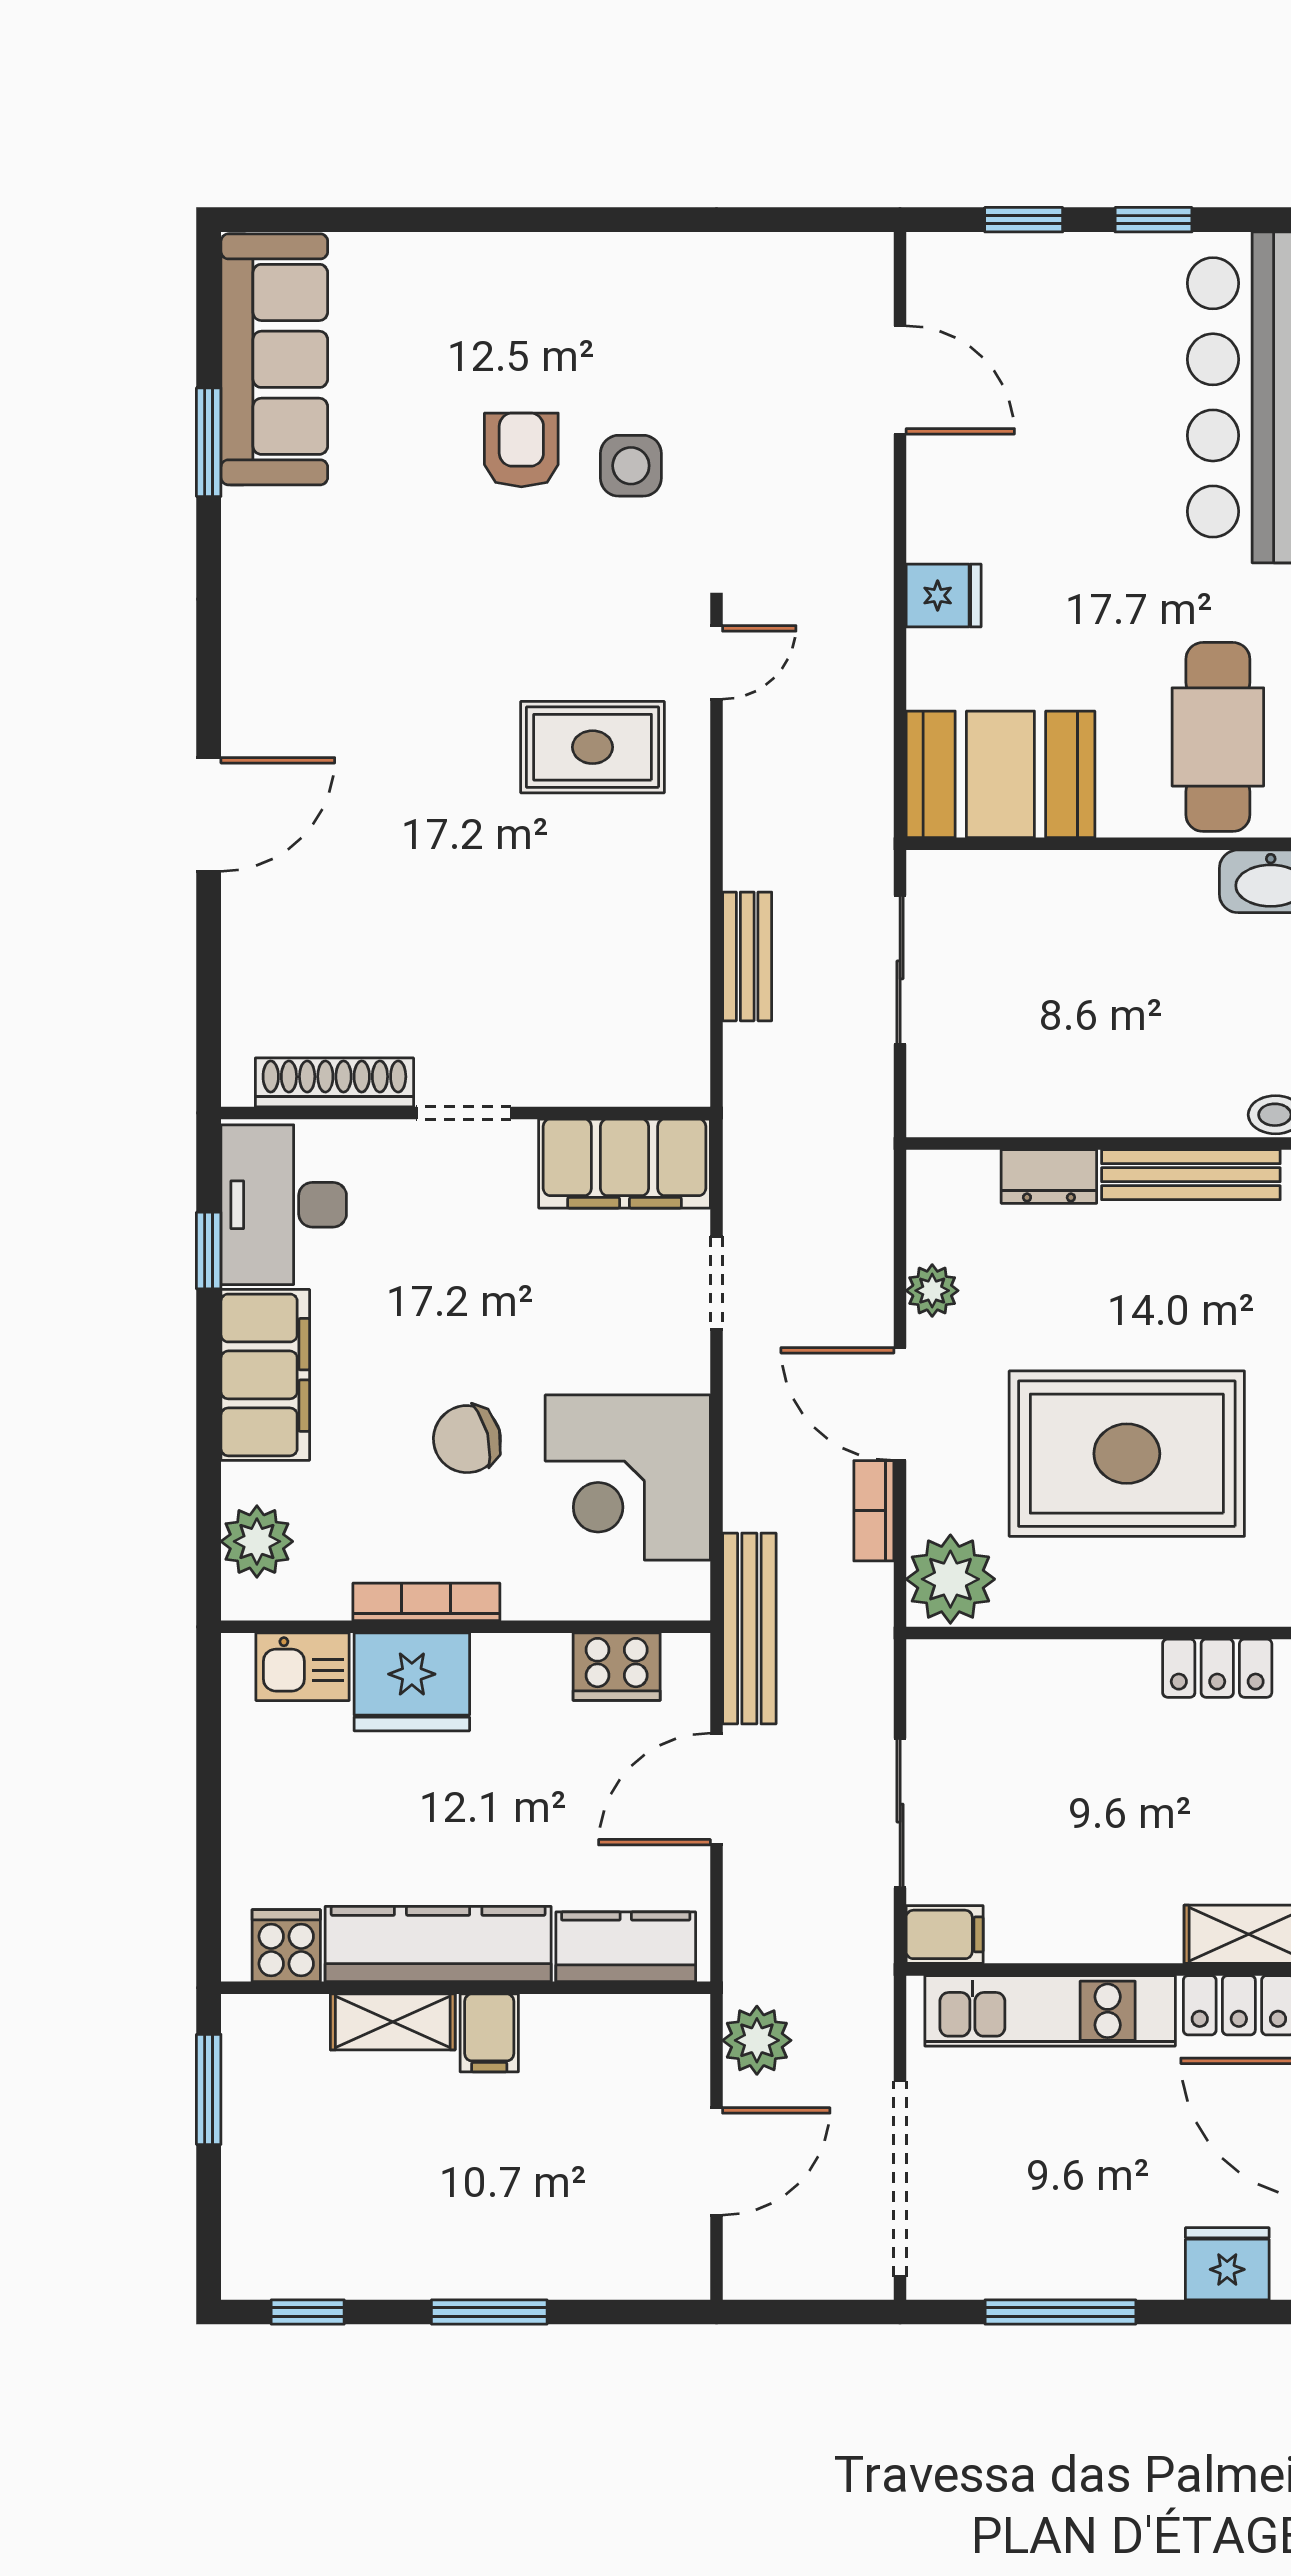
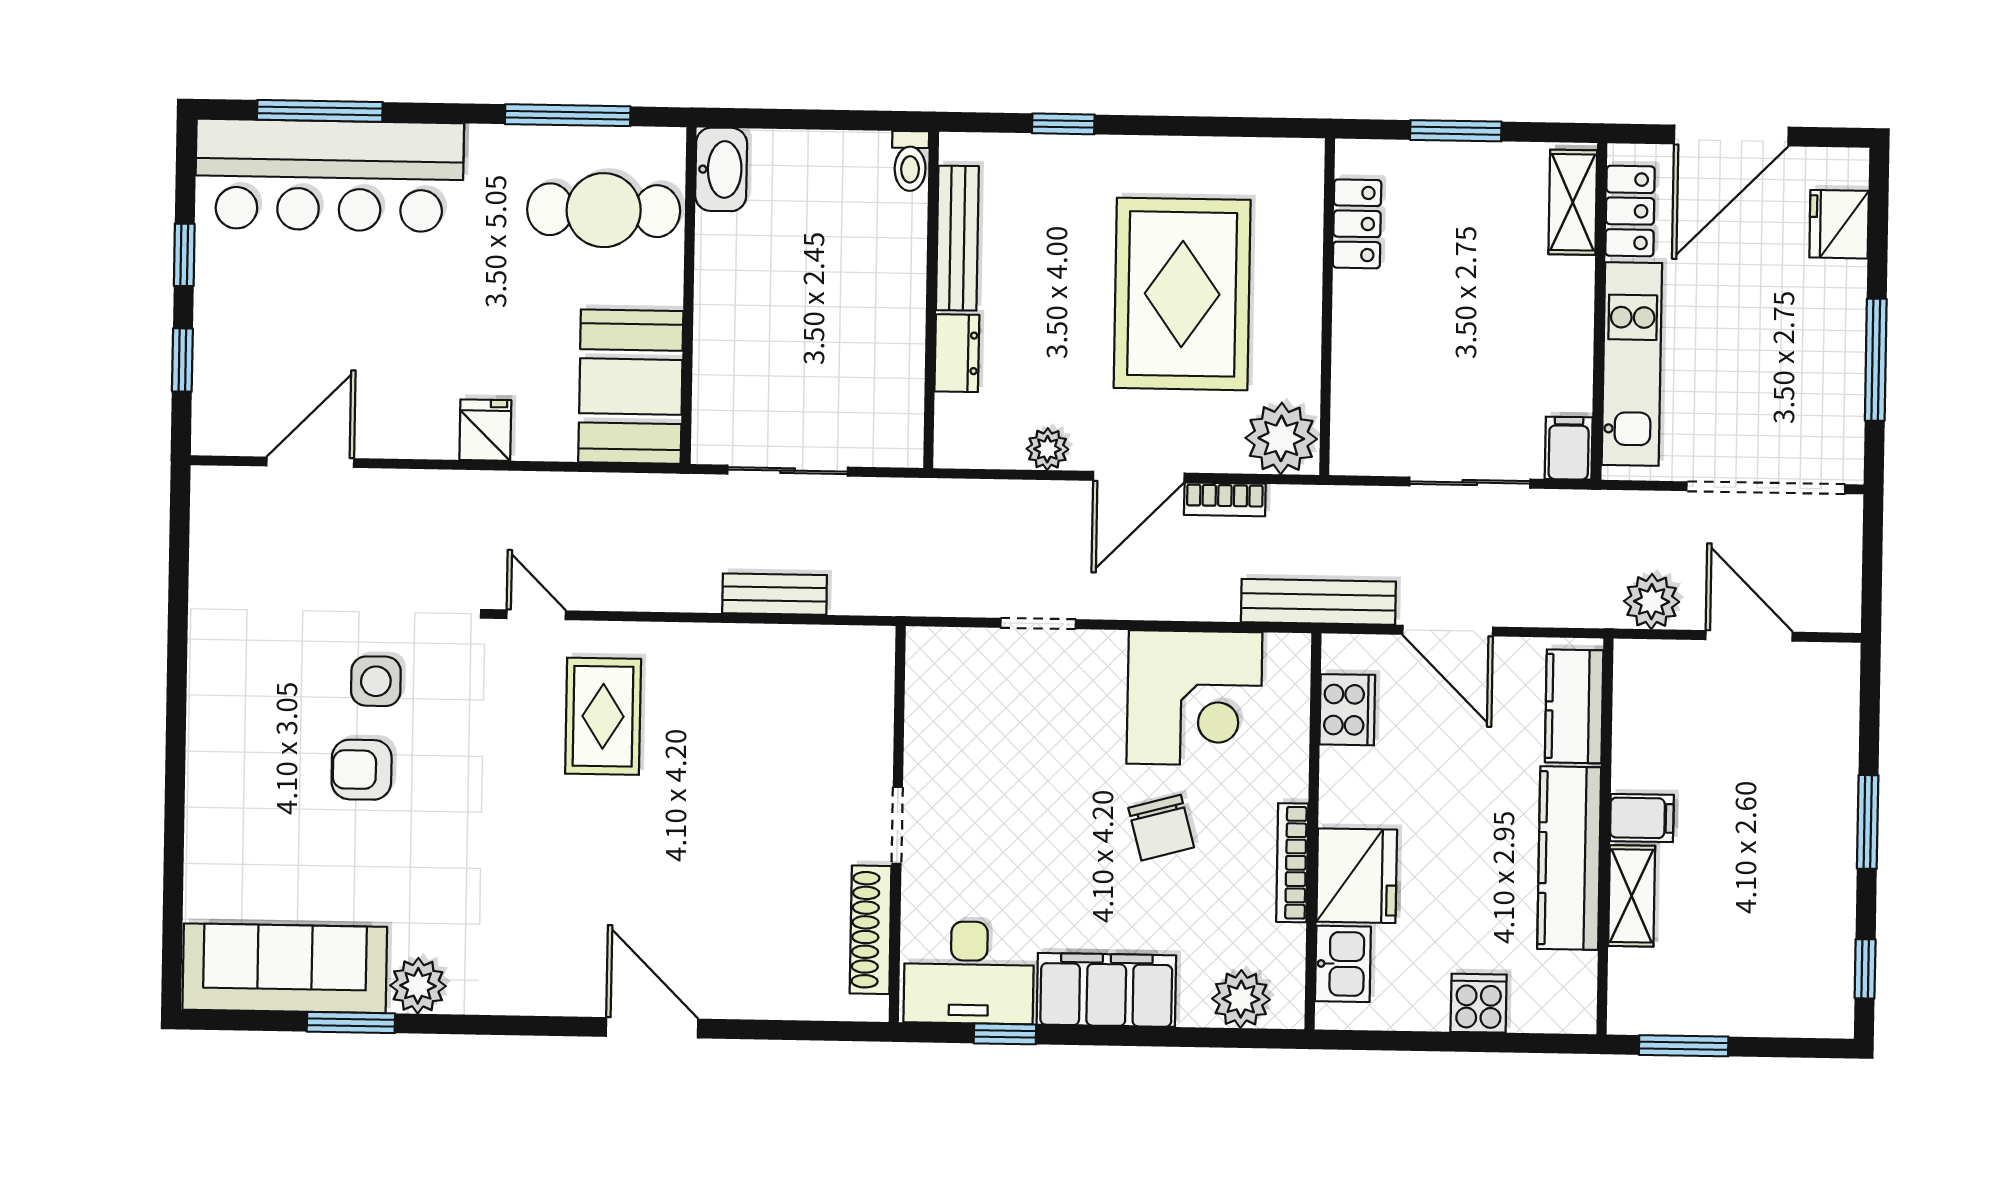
plant: (256, 524) -> (418, 986), added
filing cabinet: (625, 1164) -> (940, 696), removed
cooker: (286, 1946) -> (1479, 1003), moved, turned 90

